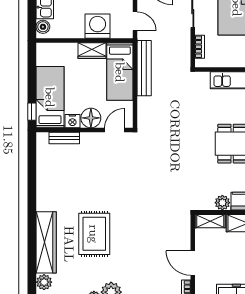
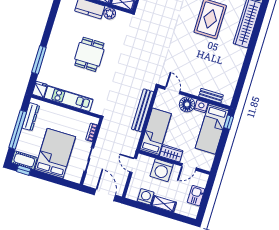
boiler: (43, 27) -> (202, 182), removed
door: (65, 41) -> (189, 167), added
bench: (144, 68) -> (143, 110), moved
door: (114, 130) -> (172, 90), swing flipped

